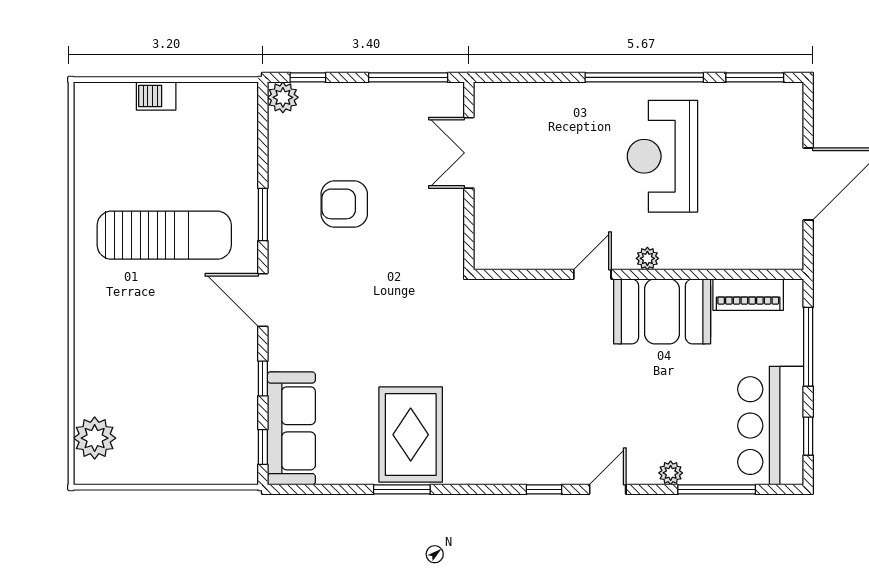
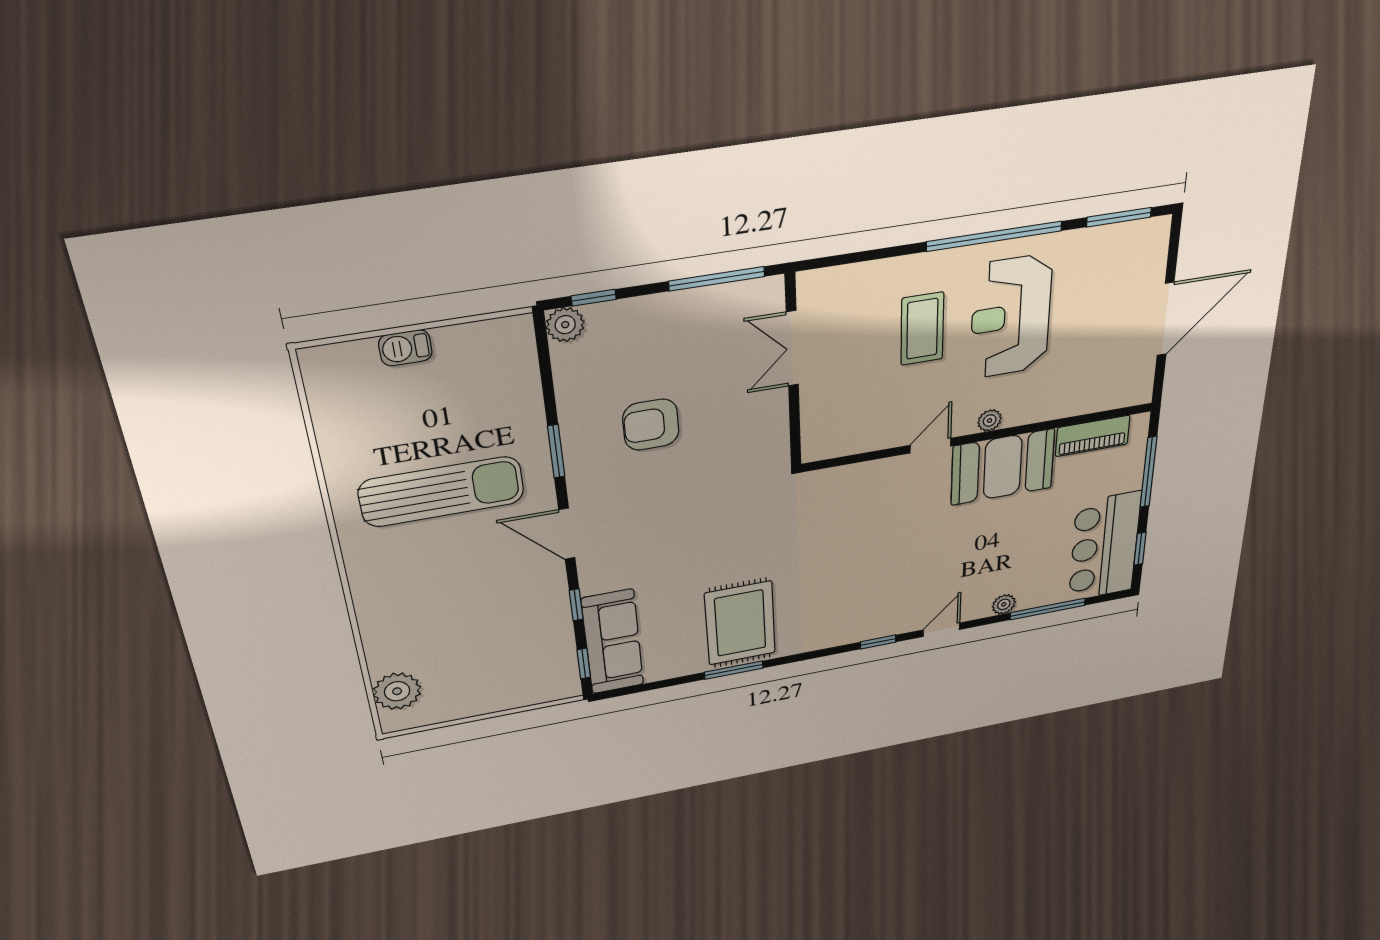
coffee table: (583, 154) -> (922, 329), added

